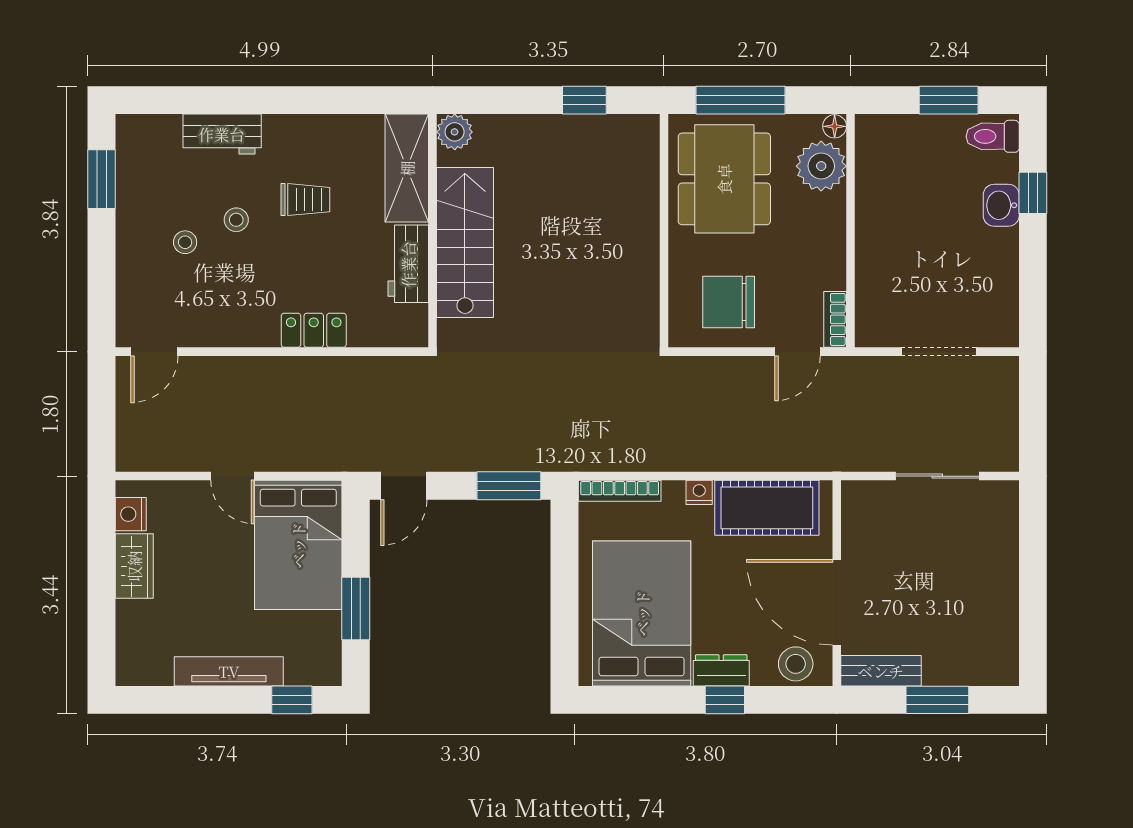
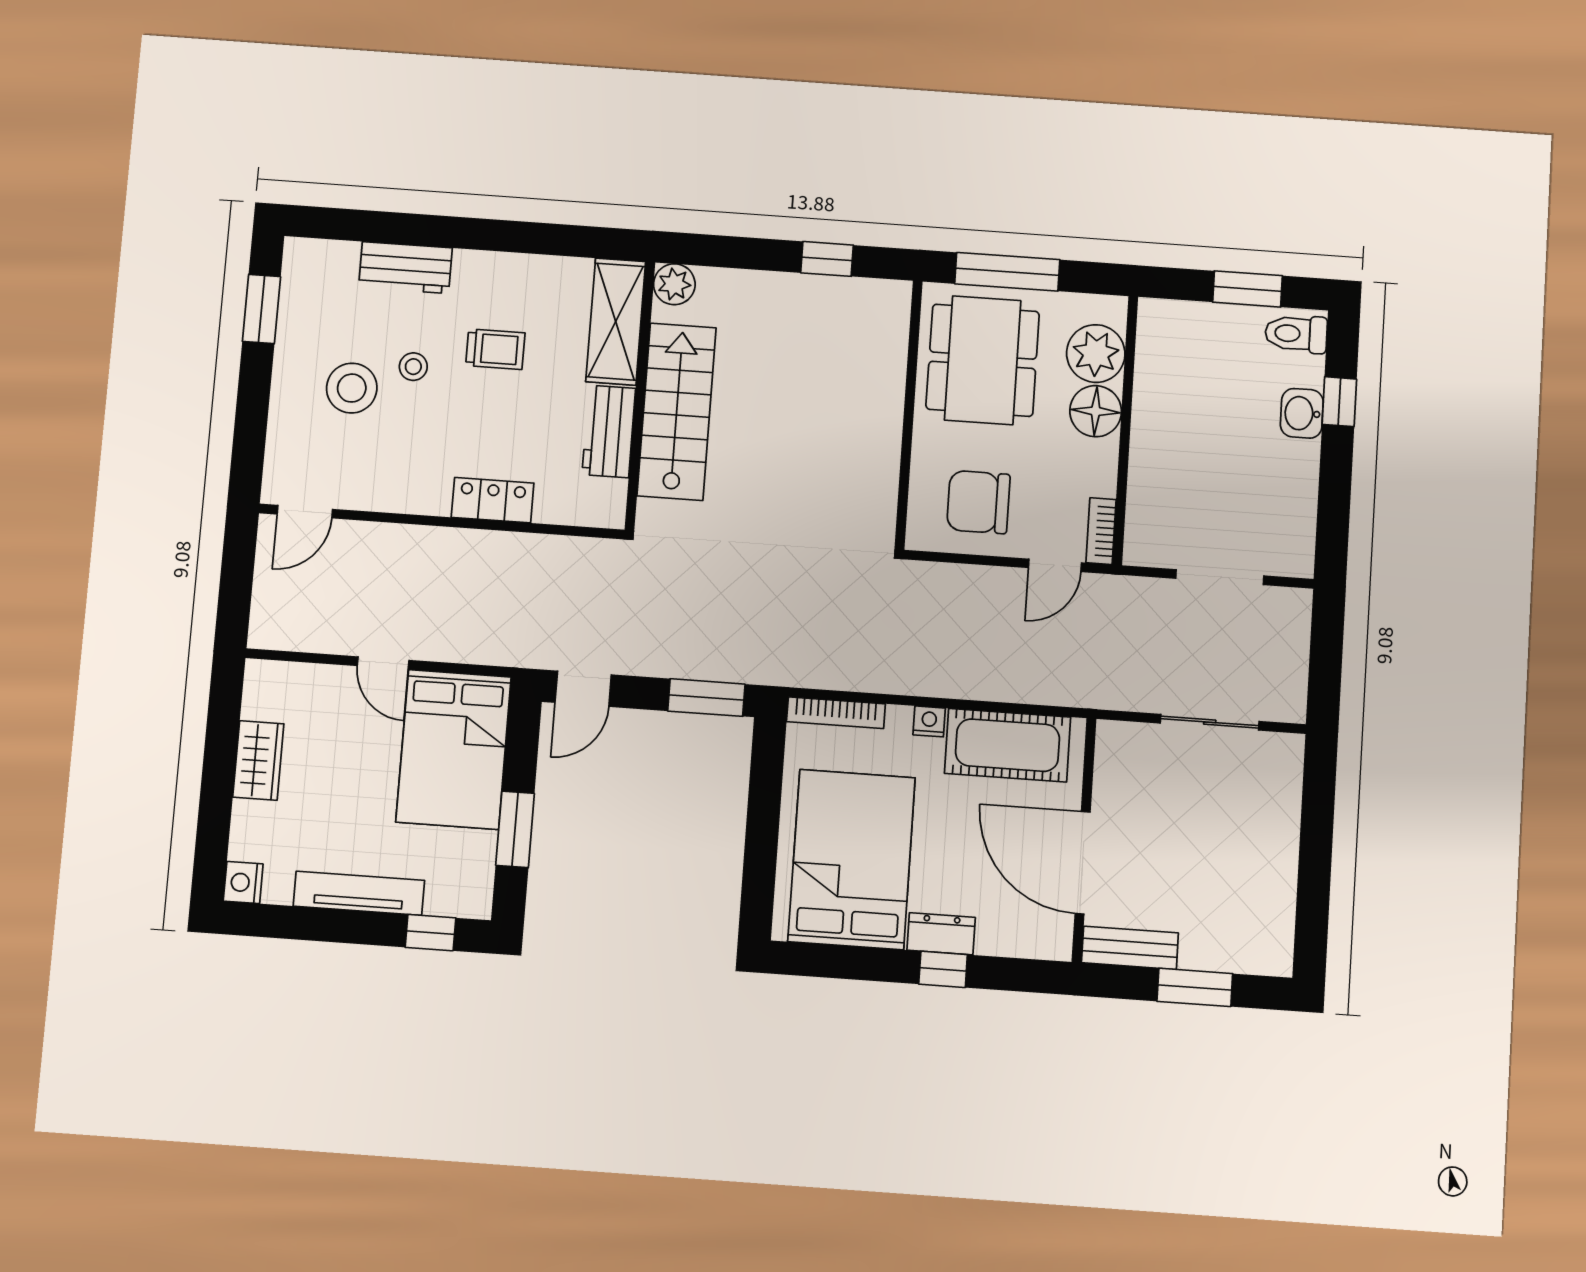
floor lamp: (835, 126) -> (1096, 411), moved, width x1.89, depth x1.89
stool: (185, 242) -> (352, 388), width x1.89, depth x1.89
nightstand: (131, 514) -> (243, 882), moved
stool: (796, 664) -> (1030, 932), removed

